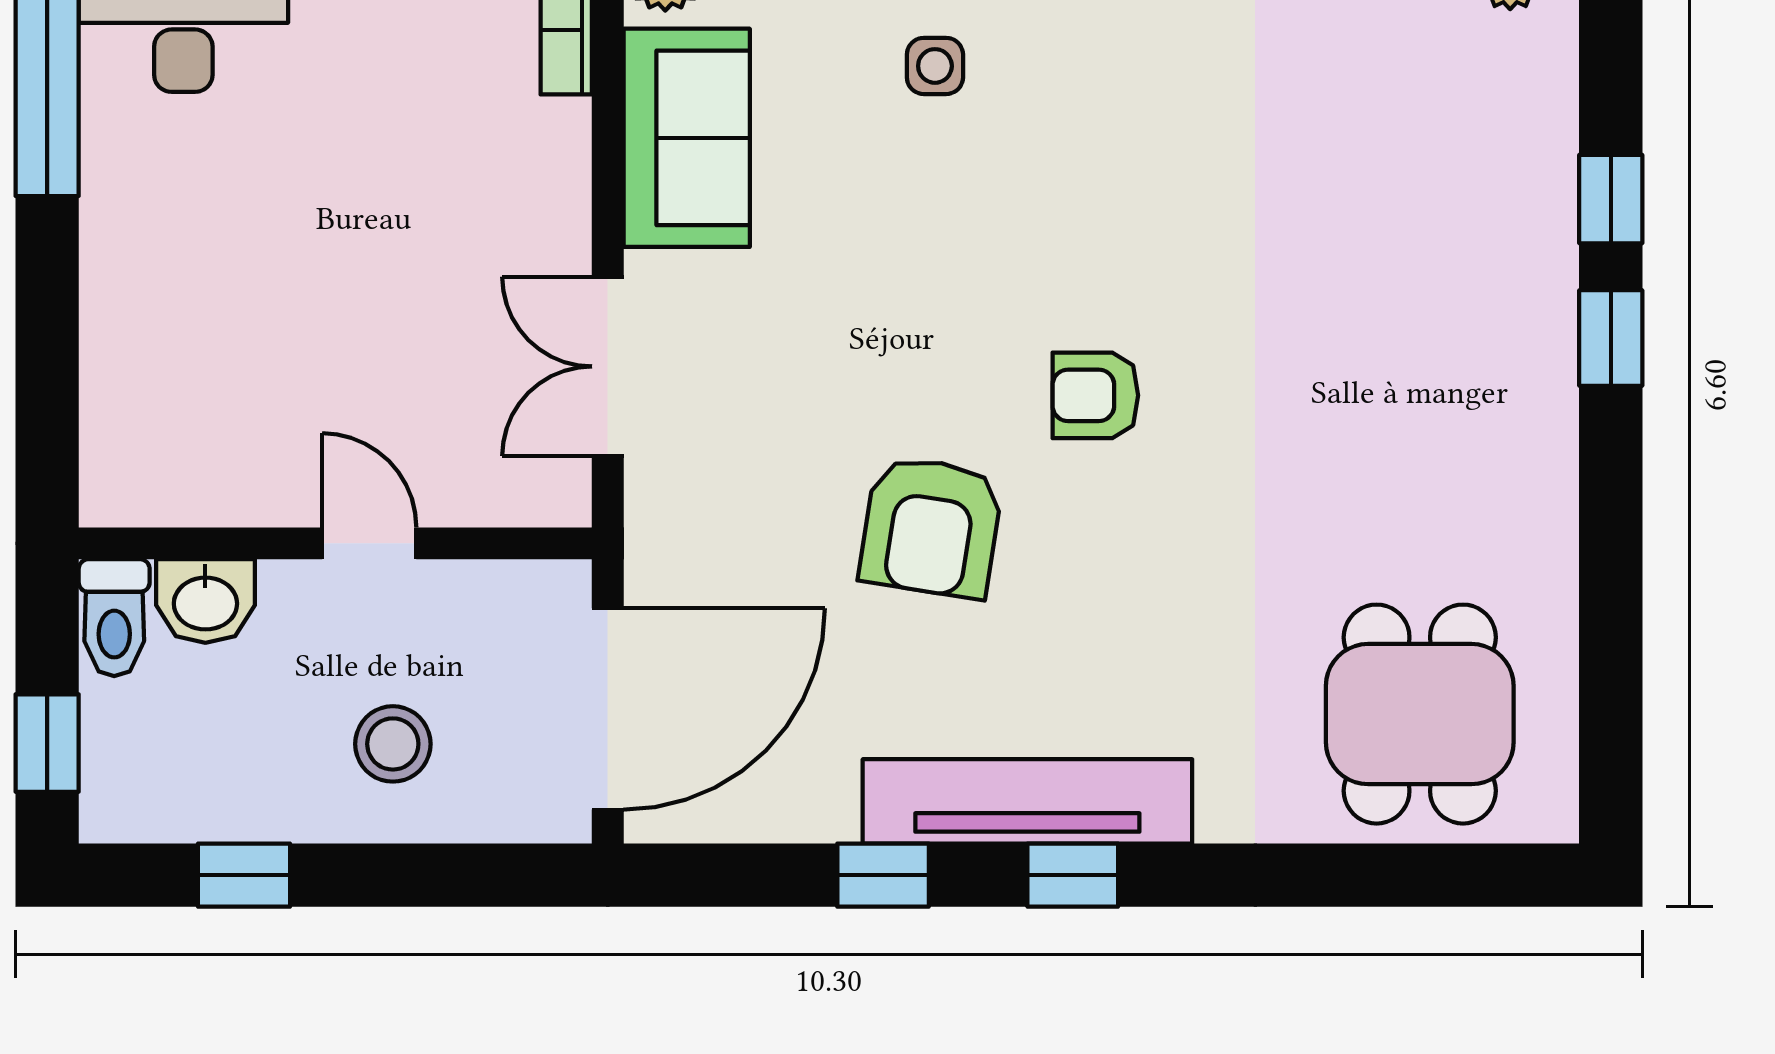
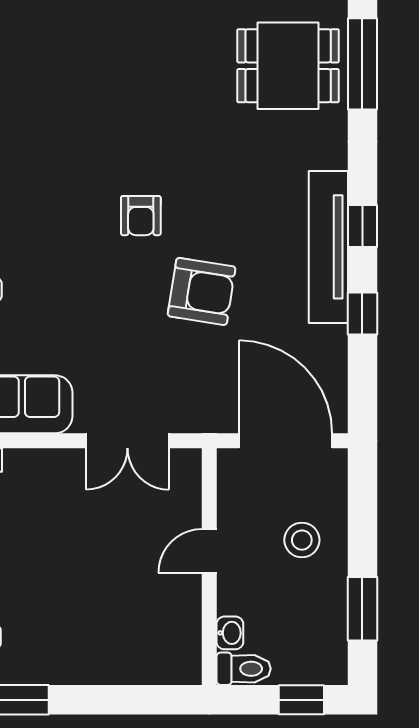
washbasin: (205, 601) -> (230, 633), width x0.72, depth x0.69
window: (244, 875) -> (362, 609), width x1.50
window: (1424, 875) -> (362, 64), added

